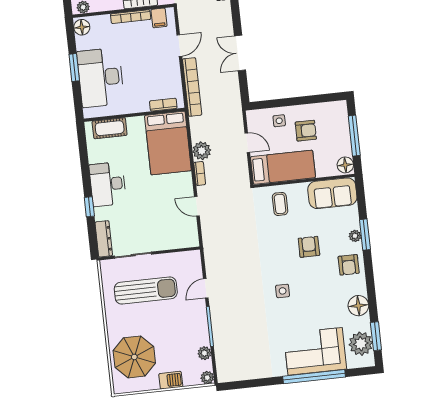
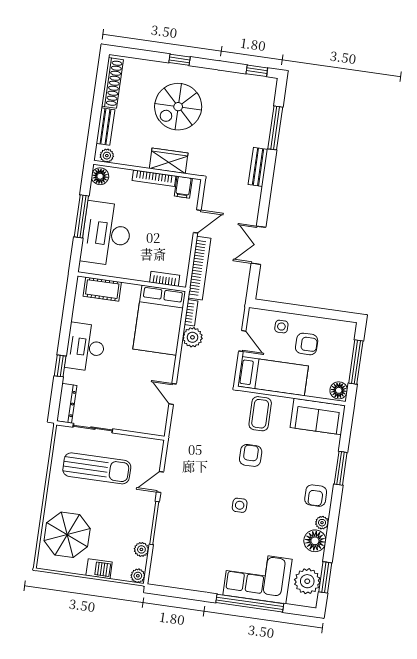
window: (74, 68) -> (81, 216), width x1.44
bookcase: (200, 173) -> (191, 313), moved
coffee table: (280, 204) -> (260, 414), width x1.36, depth x1.30
plant: (355, 236) -> (322, 523), moved
armchair: (309, 247) -> (251, 455), moved

